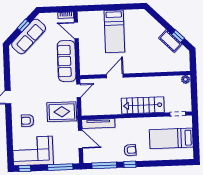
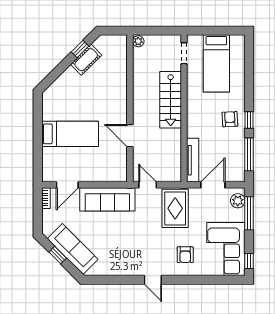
plant: (69, 158) -> (238, 201), added

